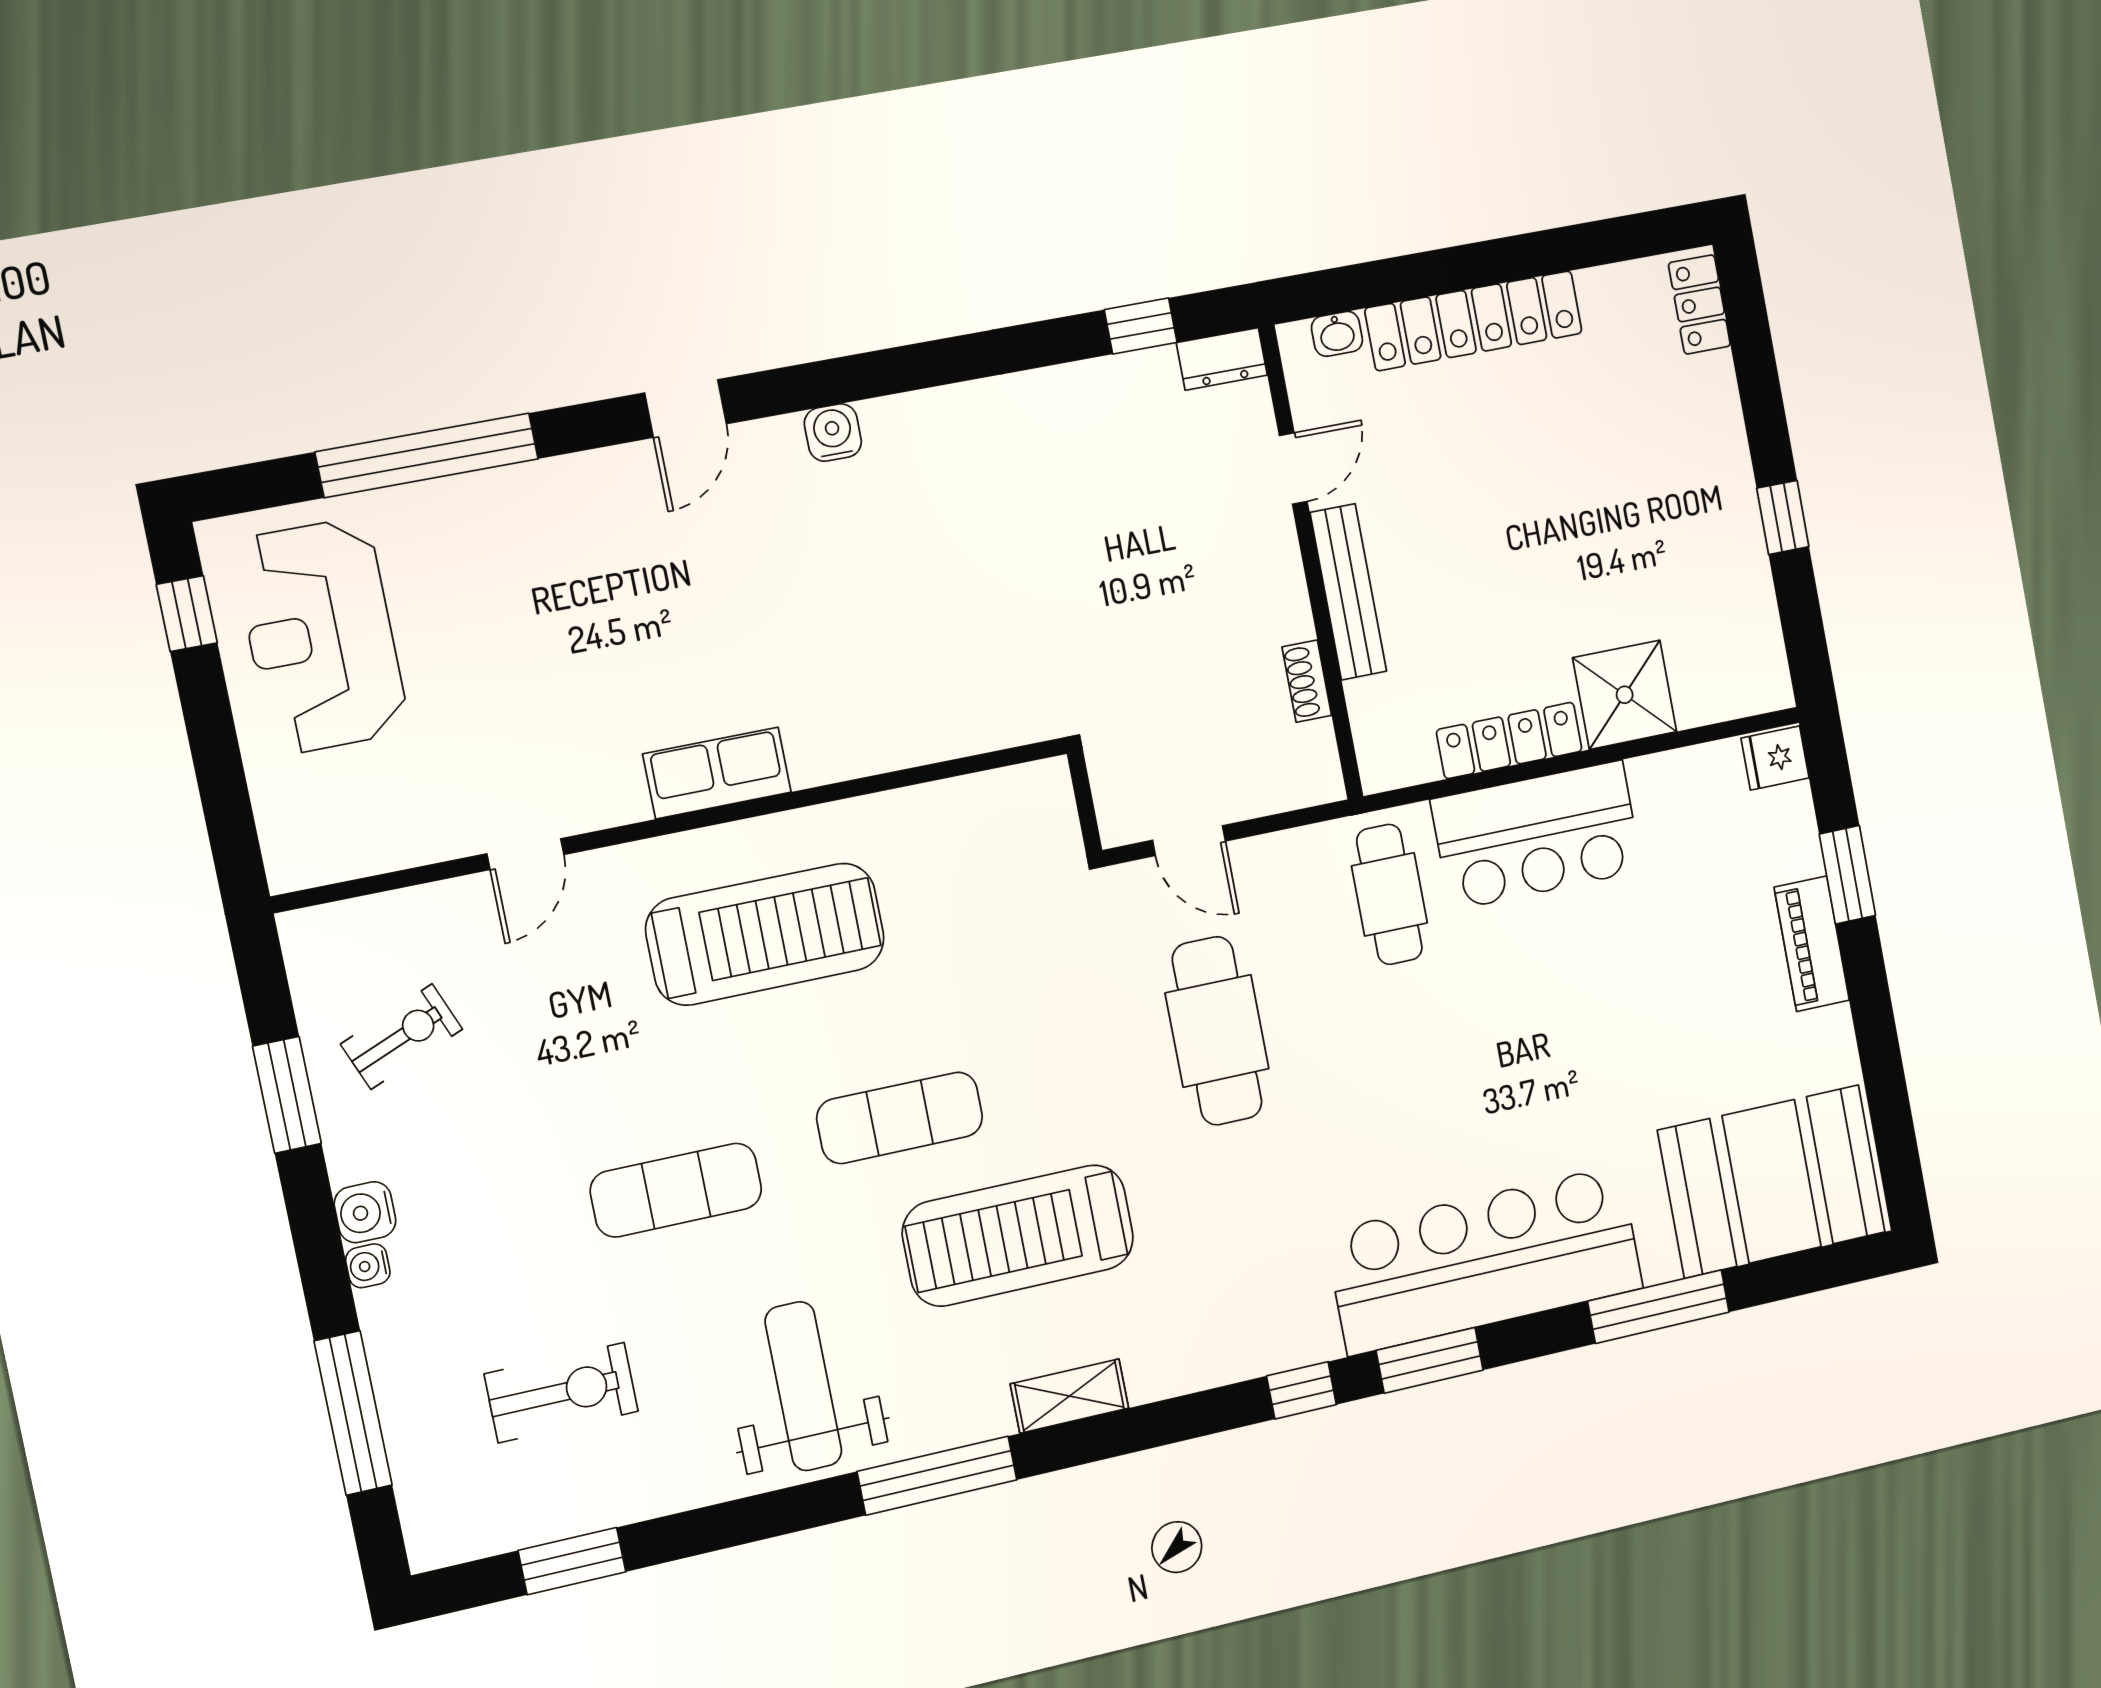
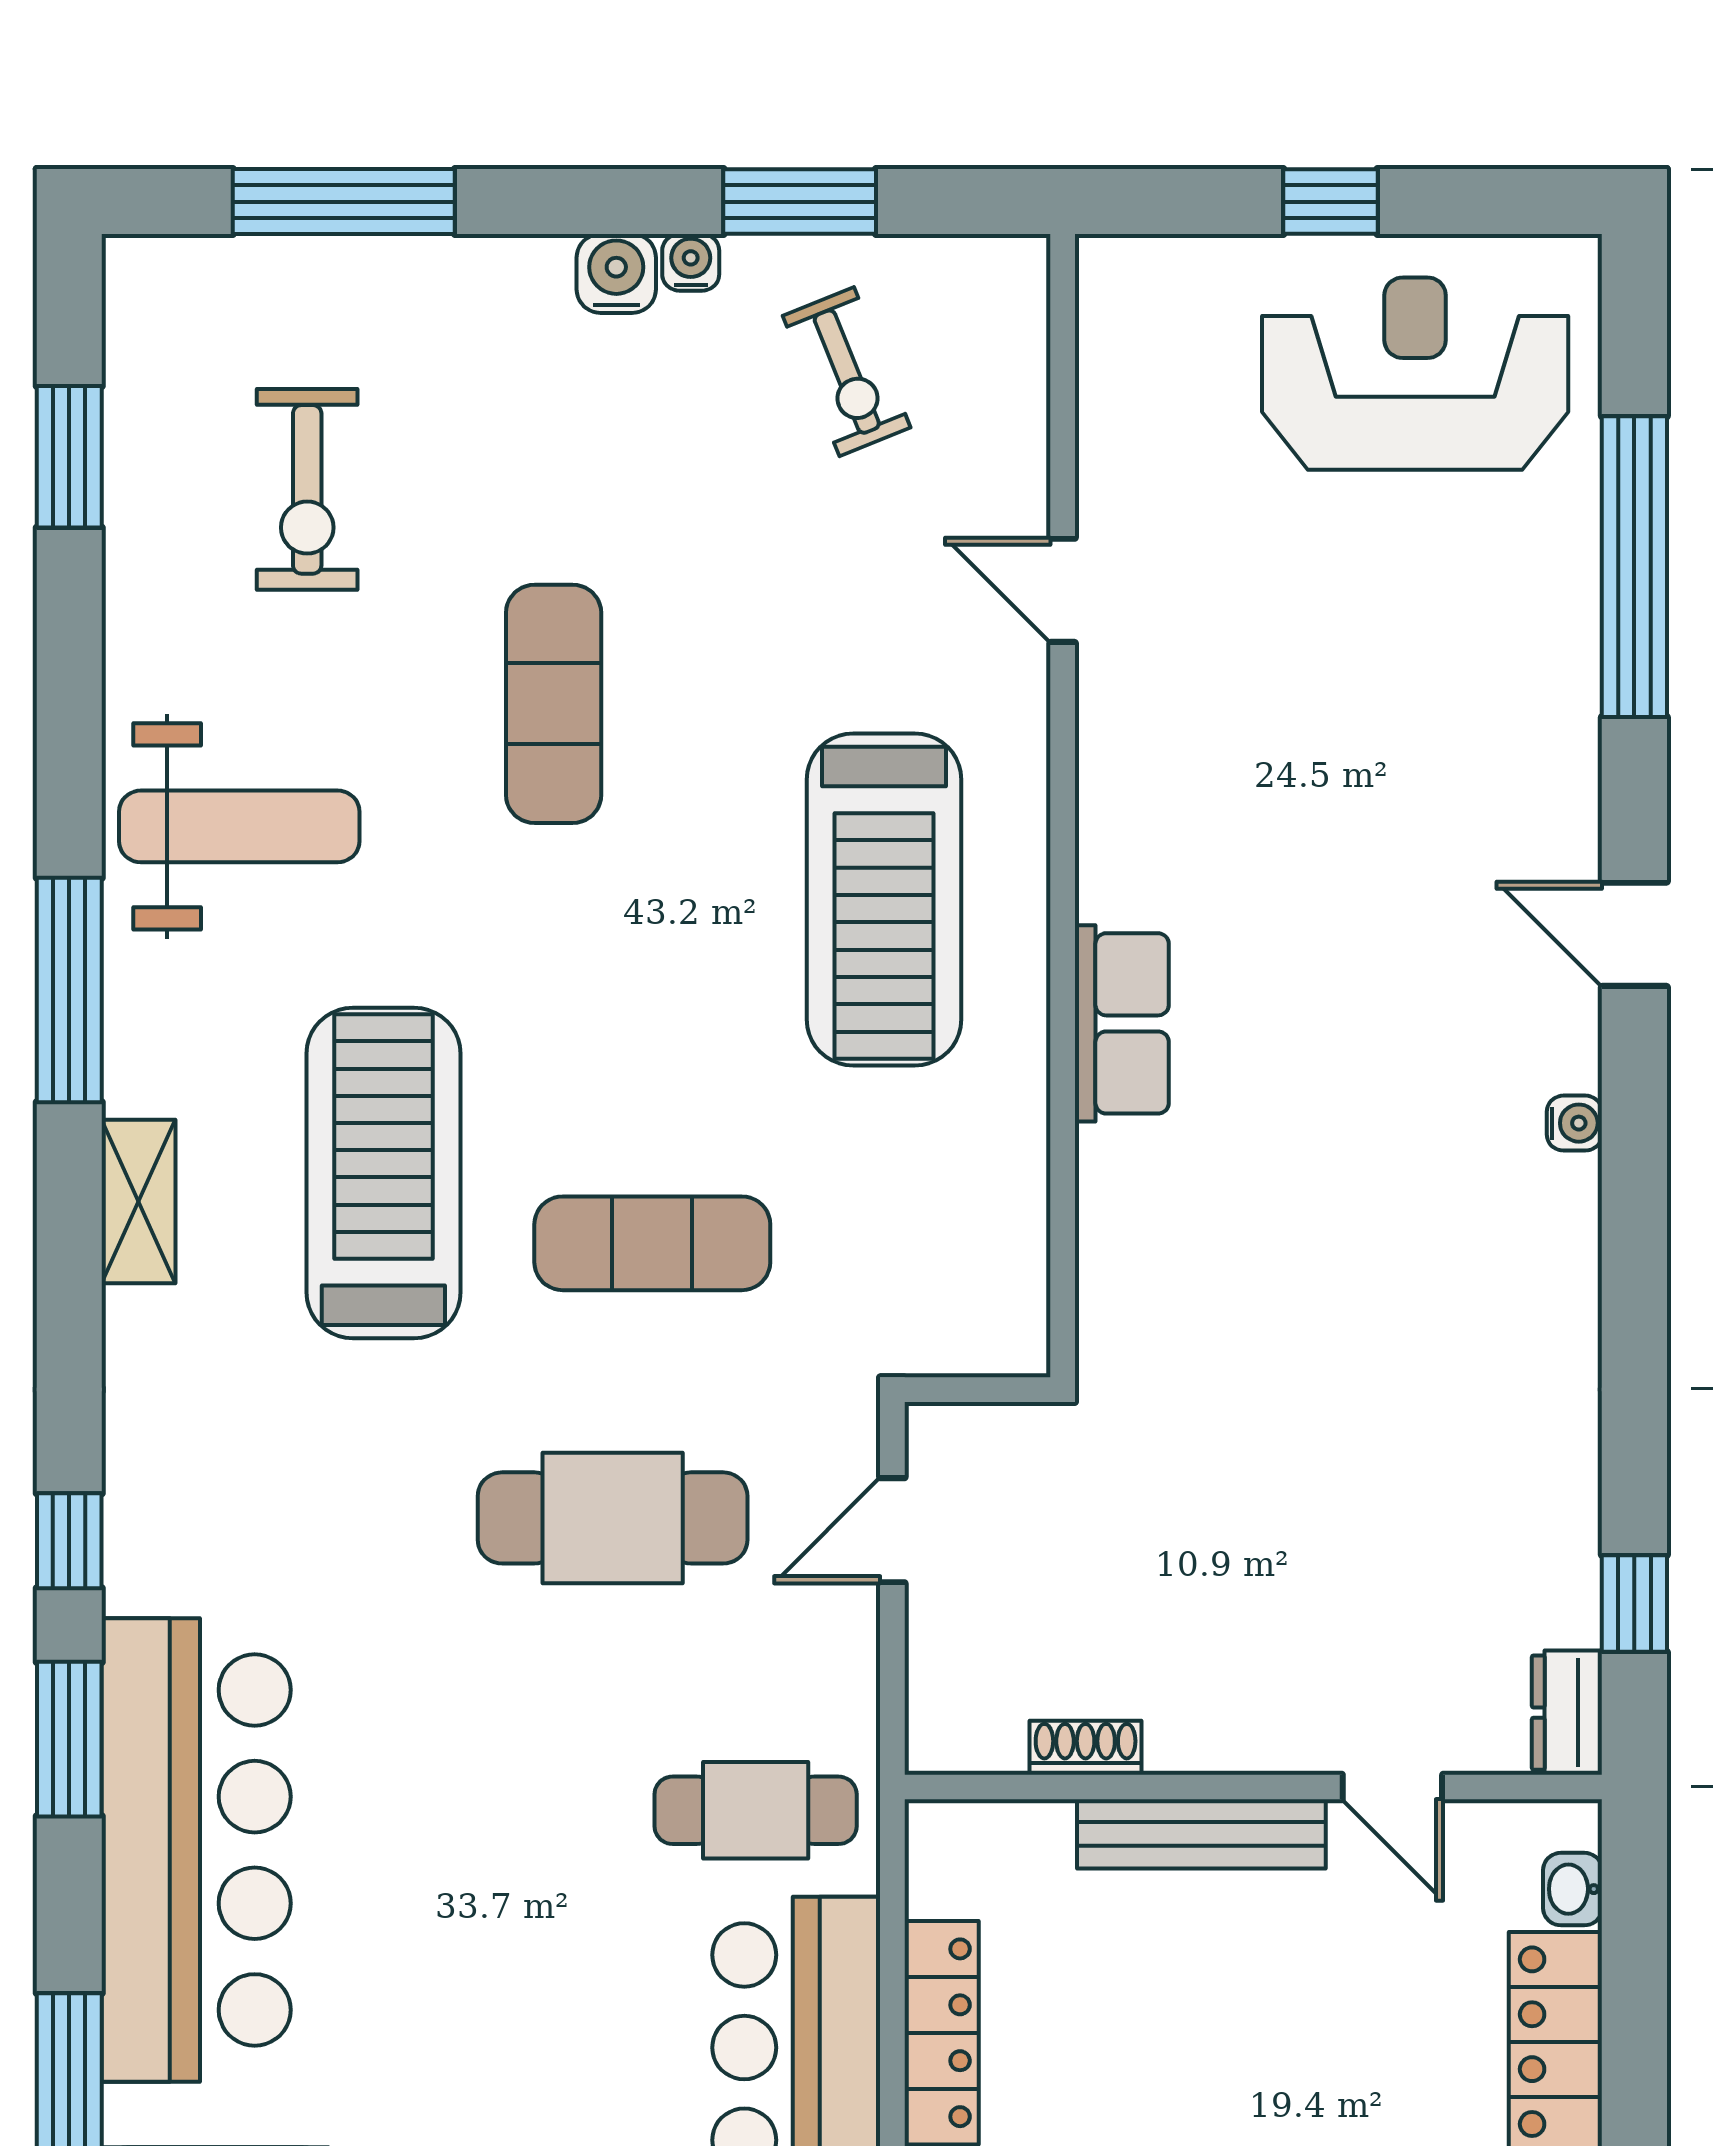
water cooler: (833, 433) -> (1574, 1123), width x0.72, depth x0.72
window: (187, 614) -> (1330, 202), moved
row of seats: (717, 773) -> (1122, 1023), moved
exercise mat: (900, 1118) -> (652, 1243), moved, turned 90
water cooler: (368, 1266) -> (691, 262), moved

